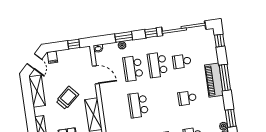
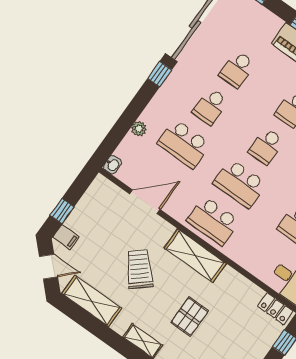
window: (124, 37) -> (130, 116), removed
window: (74, 44) -> (62, 211), moved
school desk: (157, 65) -> (210, 107), width x0.54
school desk: (163, 102) -> (266, 146), added
school desk: (114, 109) -> (213, 221), added

